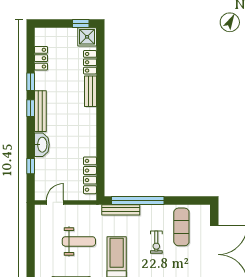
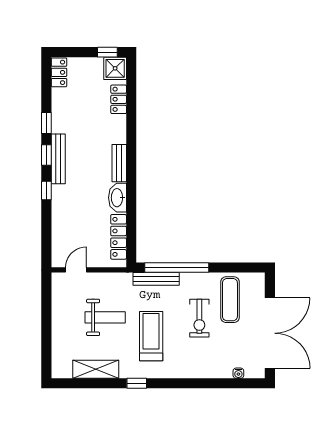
locker: (41, 58) -> (59, 72), moved
bench: (90, 91) -> (119, 163), moved
washbasin: (42, 145) -> (117, 198), moved, turned 180
window: (31, 166) -> (46, 191), moved
exercise bike: (156, 242) -> (199, 318), width x1.38, depth x1.39

